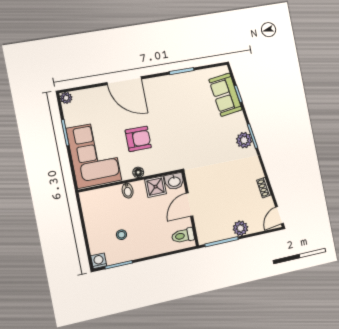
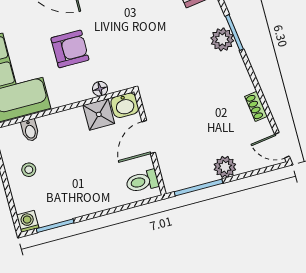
floor lamp: (138, 172) -> (100, 89), moved
bidet: (128, 191) -> (30, 130), moved
door: (279, 215) -> (282, 145), hinge flipped
stool: (121, 235) -> (29, 170), moved

